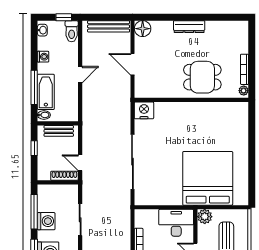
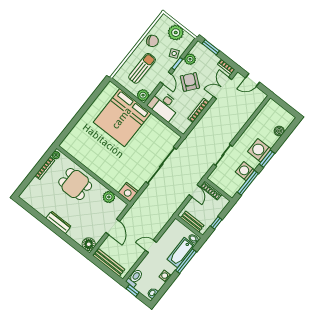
plant: (159, 90) -> (109, 197), added

